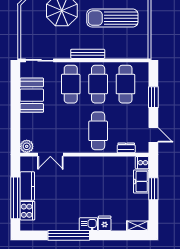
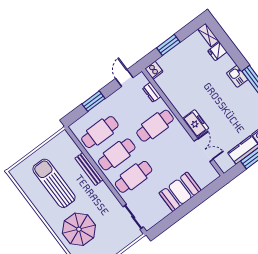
sun lounger: (112, 18) -> (54, 183), turned 180
bench: (88, 54) -> (89, 169), moved
booth: (32, 95) -> (180, 192), moved
plant: (27, 146) -> (212, 175), removed
freezer: (141, 181) -> (196, 123), moved, turned -90
fridge: (105, 223) -> (217, 51), moved

